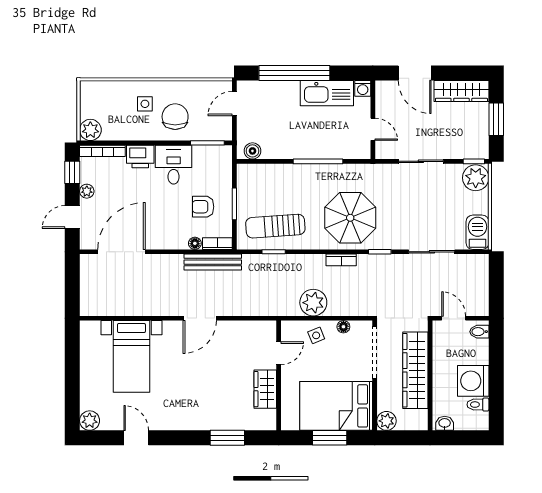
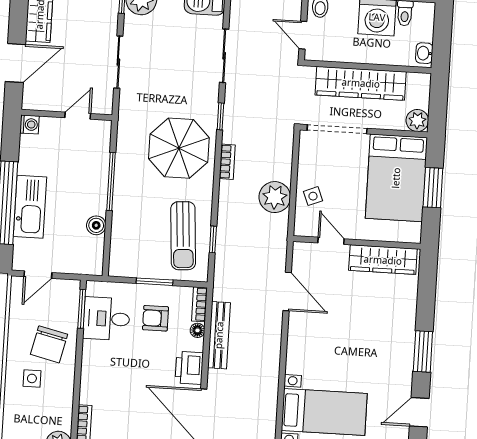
kitchen sink: (327, 93) -> (30, 207), moved
door: (234, 104) -> (38, 275), hinge flipped
chair: (175, 117) -> (49, 344), turned -77
boiler: (252, 151) -> (96, 225), moved
printer: (140, 156) -> (189, 368), moved, turned 180
desk: (174, 165) -> (106, 319), moved
armchair: (203, 207) -> (155, 318), turned 90
bench: (213, 262) -> (219, 335), moved
door: (200, 318) -> (287, 291), moved
door: (454, 318) -> (303, 35), hinge flipped
floor lamp: (343, 327) -> (305, 164), removed
wardrobe: (265, 389) -> (383, 260), width x1.50
window: (227, 438) -> (423, 352), moved

